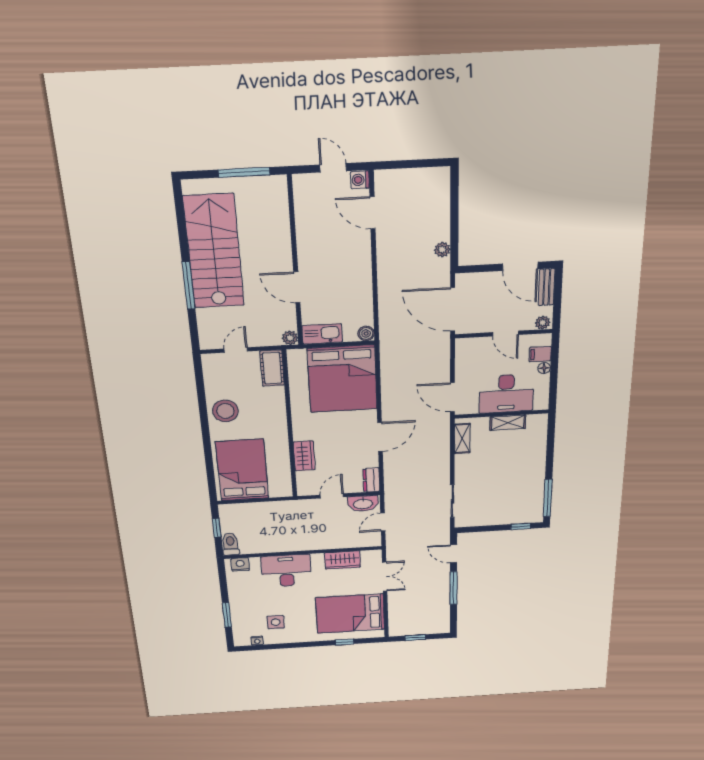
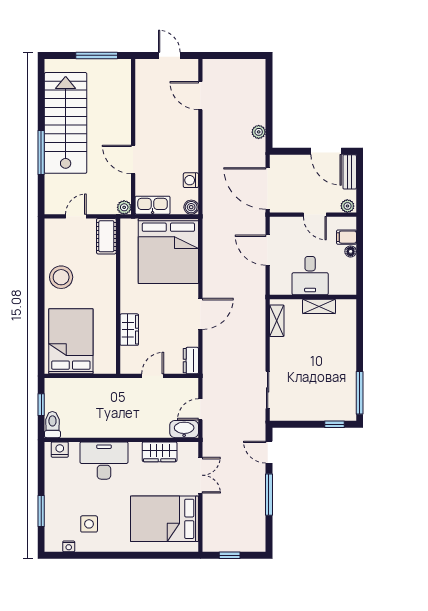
washing machine: (360, 180) -> (191, 180), moved
desk: (506, 394) -> (310, 276), width x0.73
door: (452, 397) -> (268, 250), moved
washbasin: (363, 504) -> (184, 429), moved, turned 180
window: (345, 642) -> (157, 555), removed

